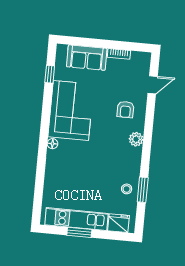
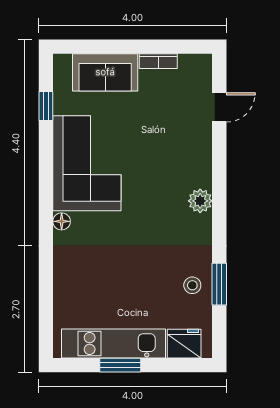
armchair: (125, 110) -> (178, 153), removed

